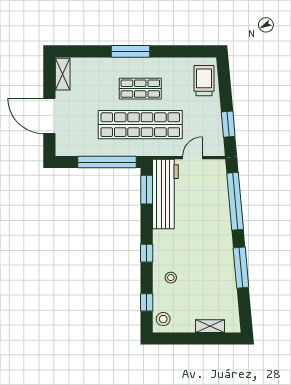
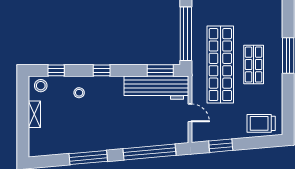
trolley: (204, 81) -> (261, 123), turned 180
shelving: (210, 326) -> (34, 114), moved

